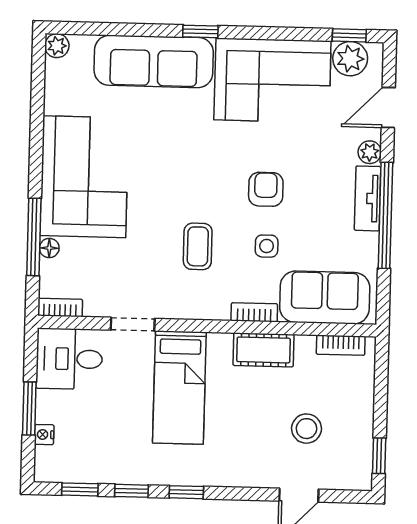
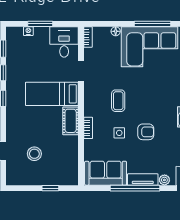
window: (34, 237) -> (152, 24), moved
coffee table: (198, 246) -> (118, 101), turned 90
sofa: (325, 297) -> (106, 173), moved, turned -90
bookcase: (341, 345) -> (74, 169), removed
cot: (263, 350) -> (71, 121), moved
window: (379, 456) -> (50, 188), moved

